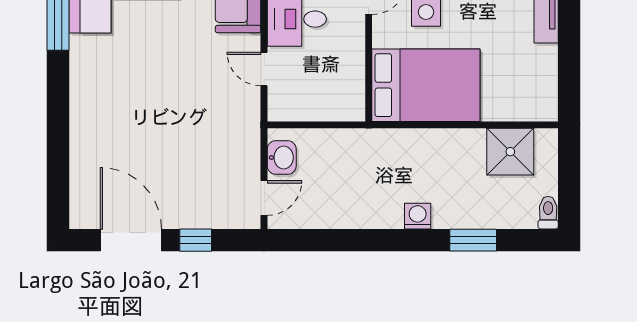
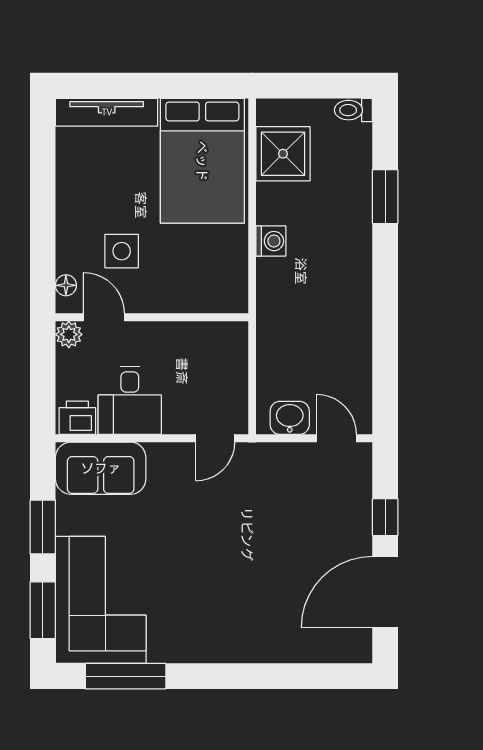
door: (264, 69) -> (215, 438), moved
bed: (426, 85) -> (202, 161), moved, turned 180
washing machine: (418, 216) -> (271, 241), moved, turned 180

